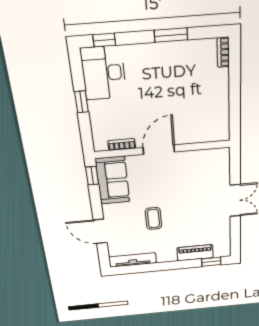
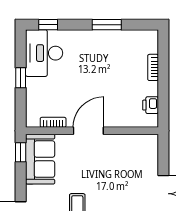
bookcase: (223, 52) -> (153, 67), moved
printer: (222, 119) -> (151, 105), added

